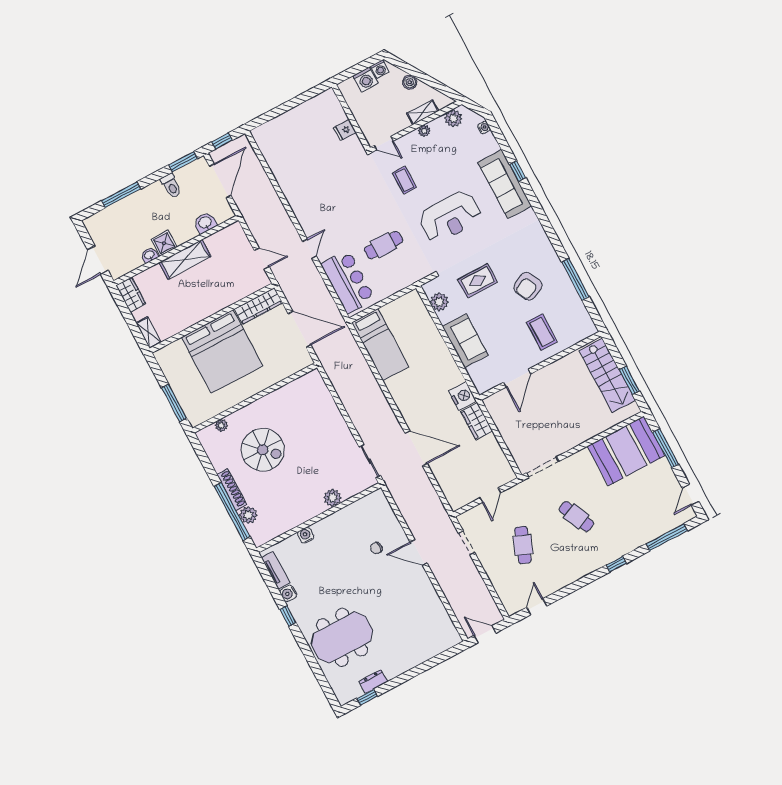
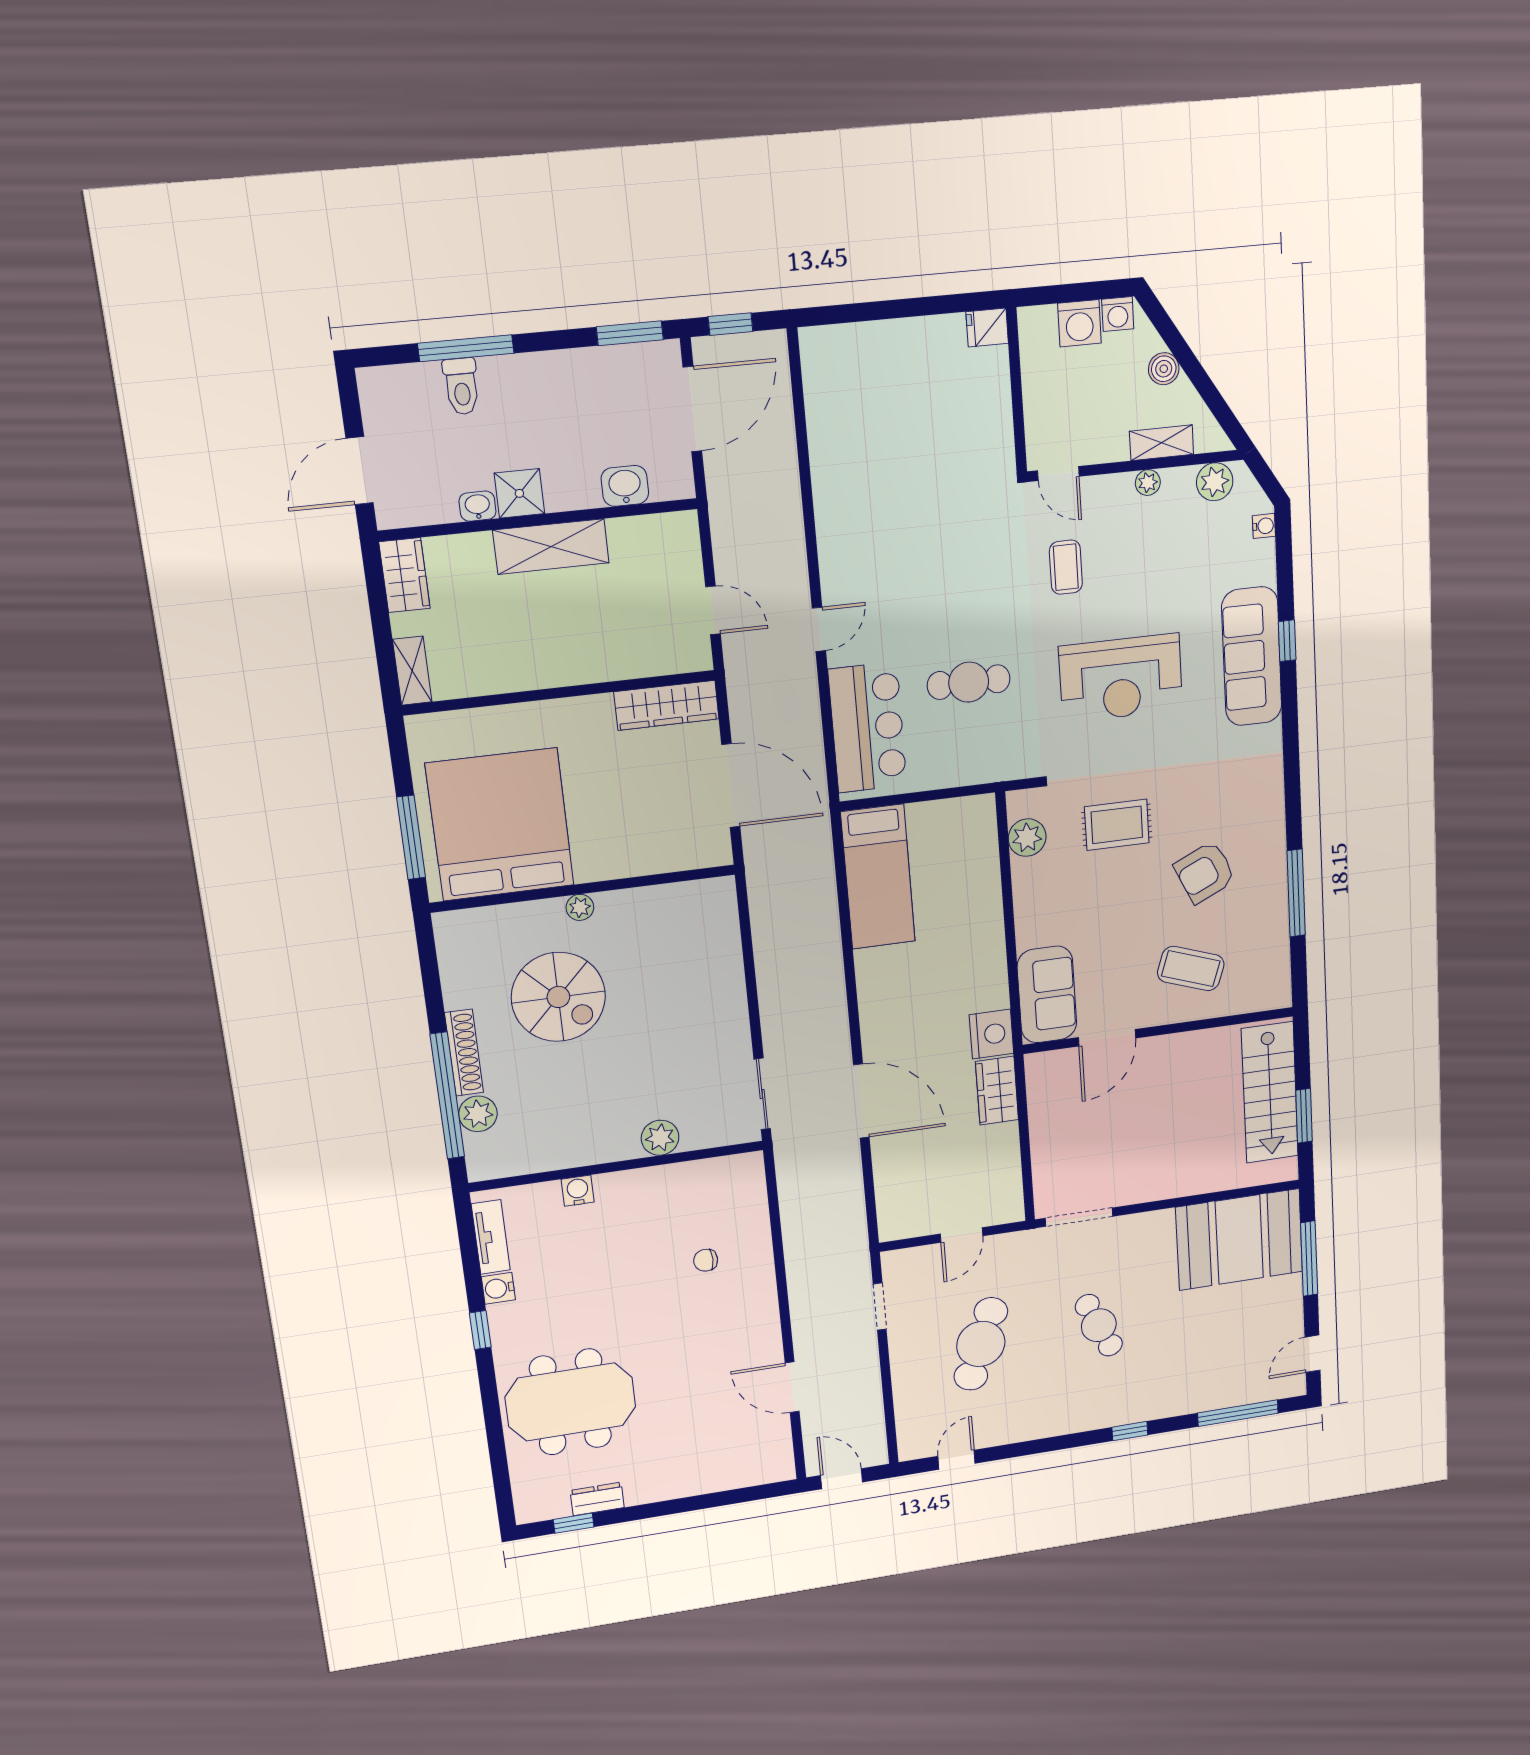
fridge: (345, 130) -> (987, 328), moved
toilet: (171, 186) -> (461, 386), moved
coffee table: (542, 332) -> (1191, 968), turned -71
sofa: (465, 341) -> (1047, 995), moved
bed: (222, 352) -> (500, 825), moved, turned 180
plant: (221, 425) -> (580, 907), moved
cafe table: (523, 545) -> (981, 1344), width x1.37, depth x1.35
door: (419, 553) -> (792, 1387), moved

